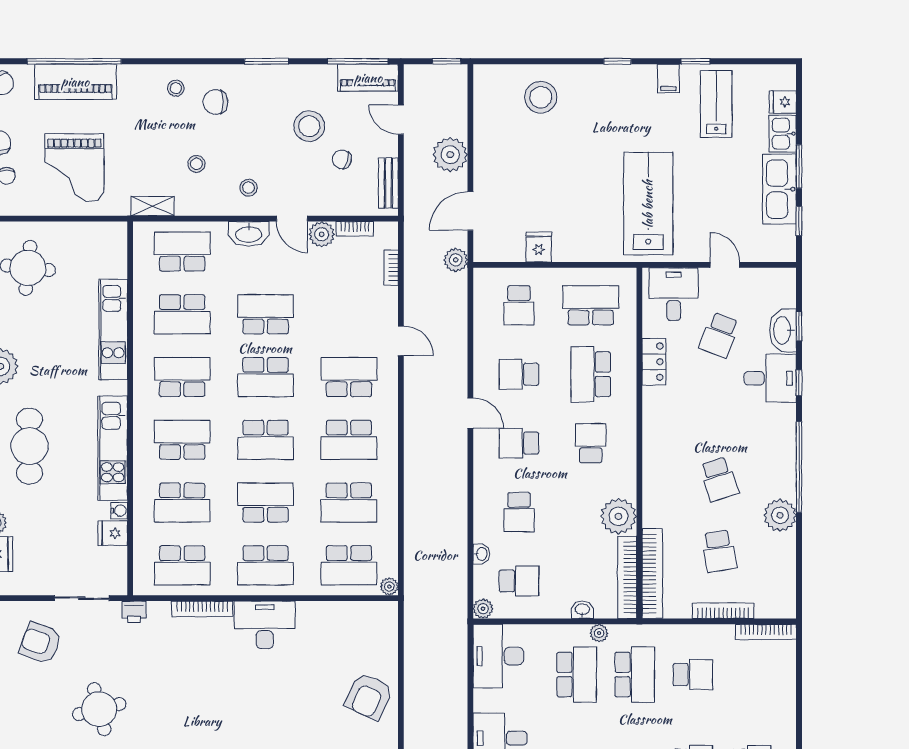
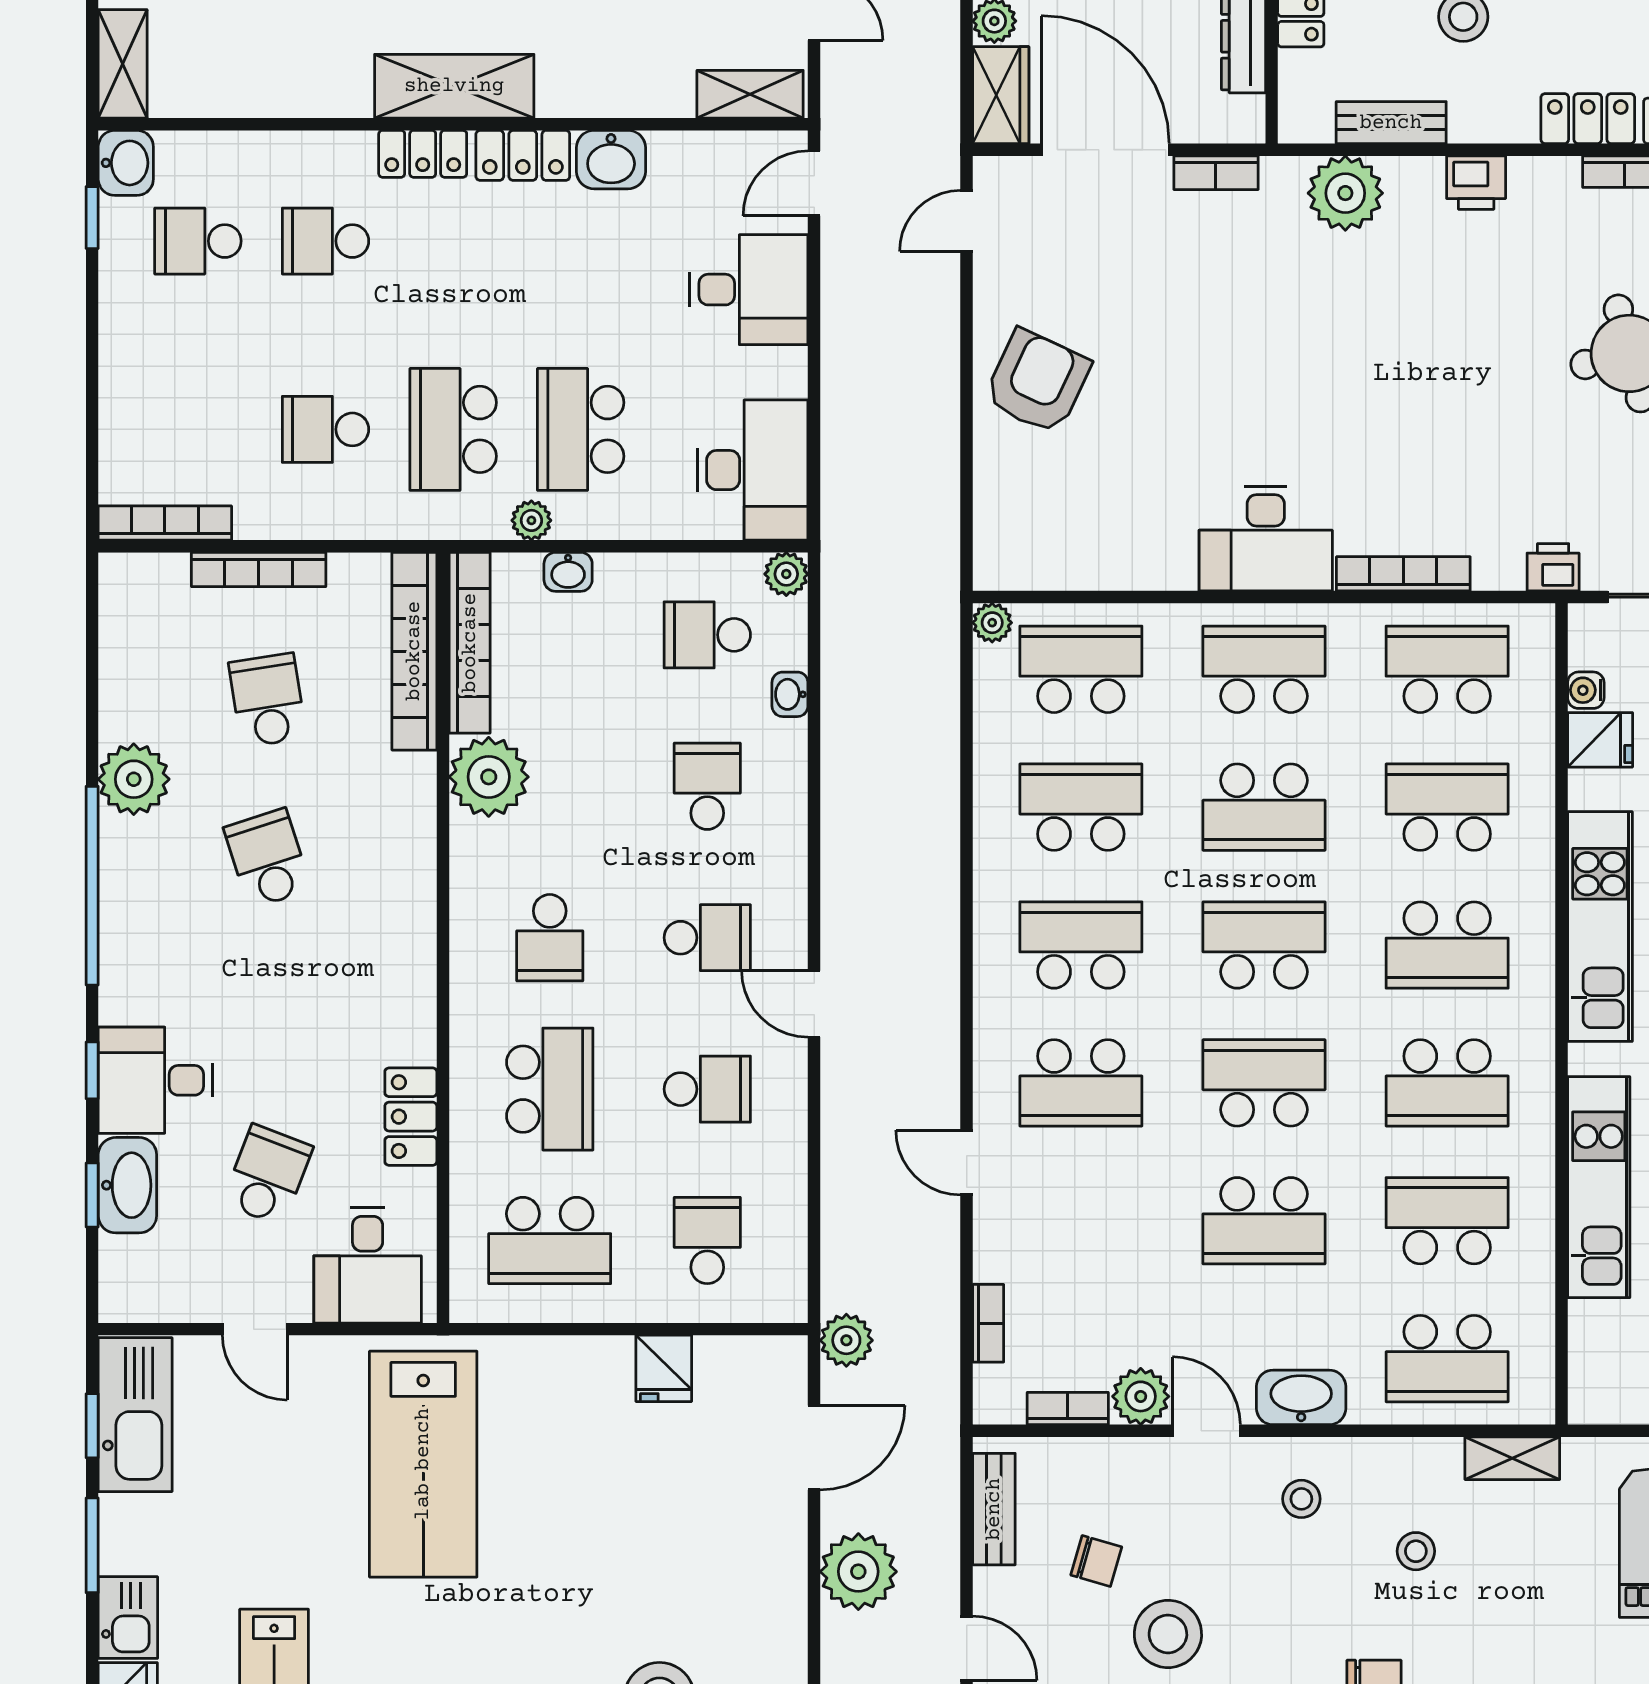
kitchen sink: (779, 189) -> (135, 1415), moved
water cooler: (119, 511) -> (1586, 690), moved

